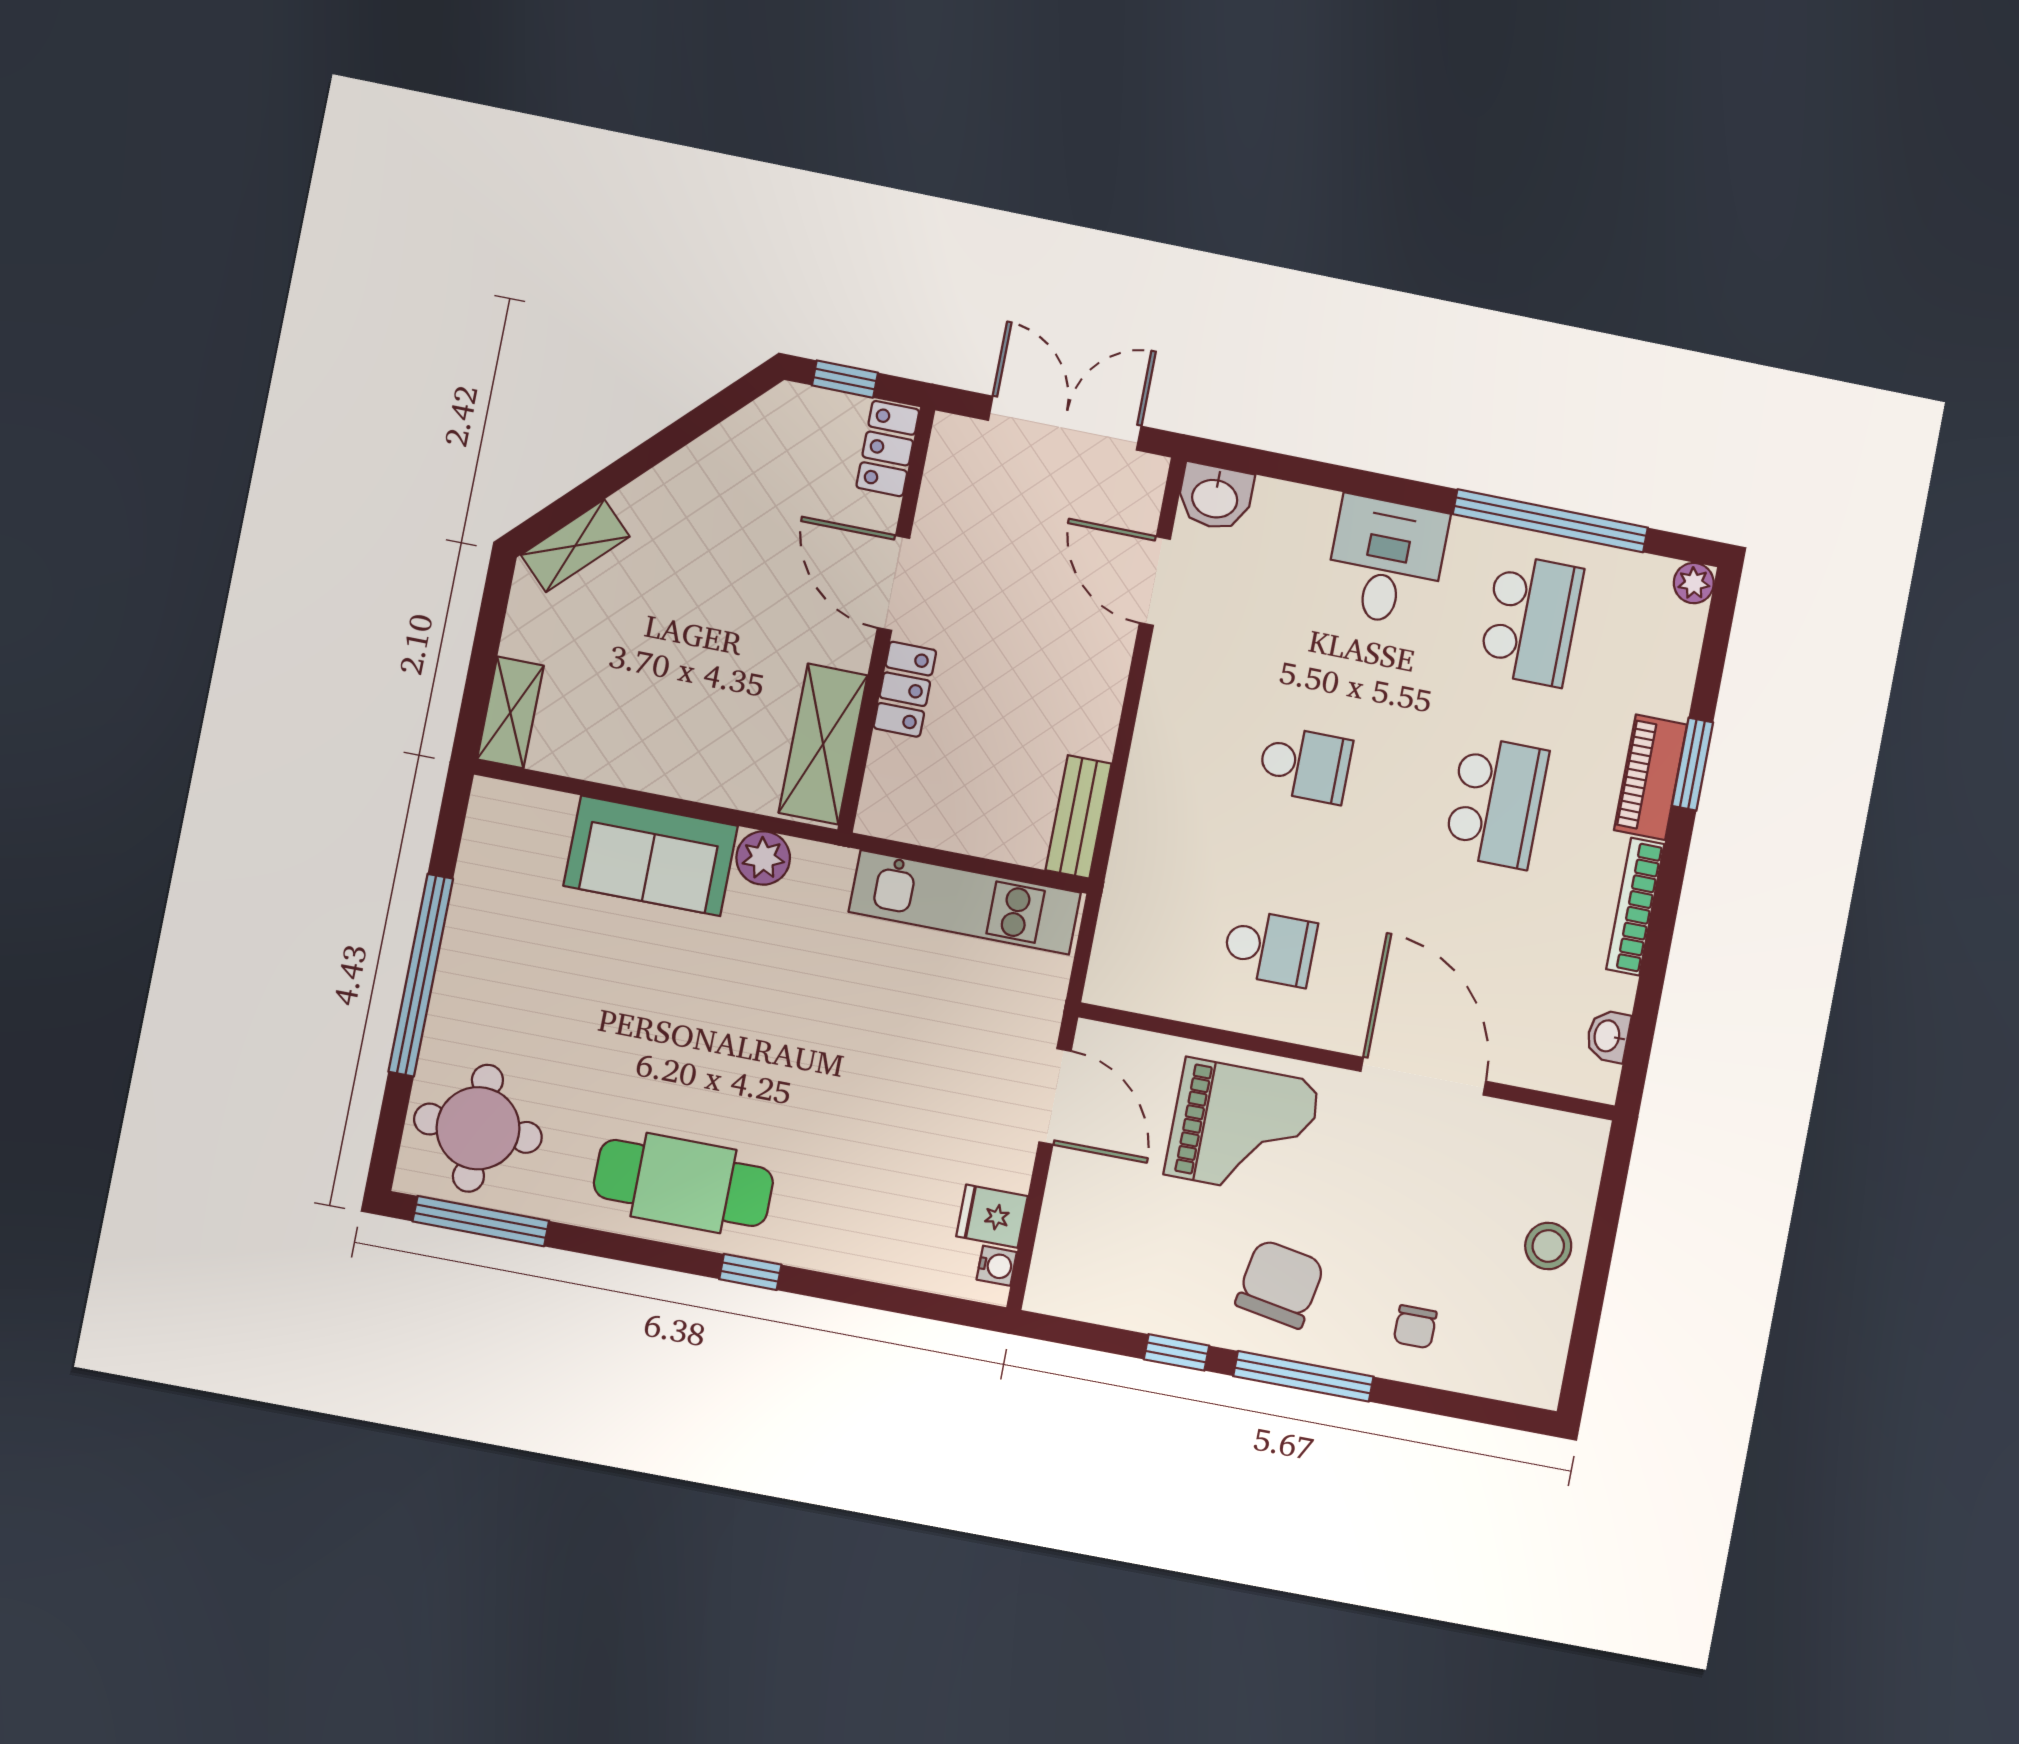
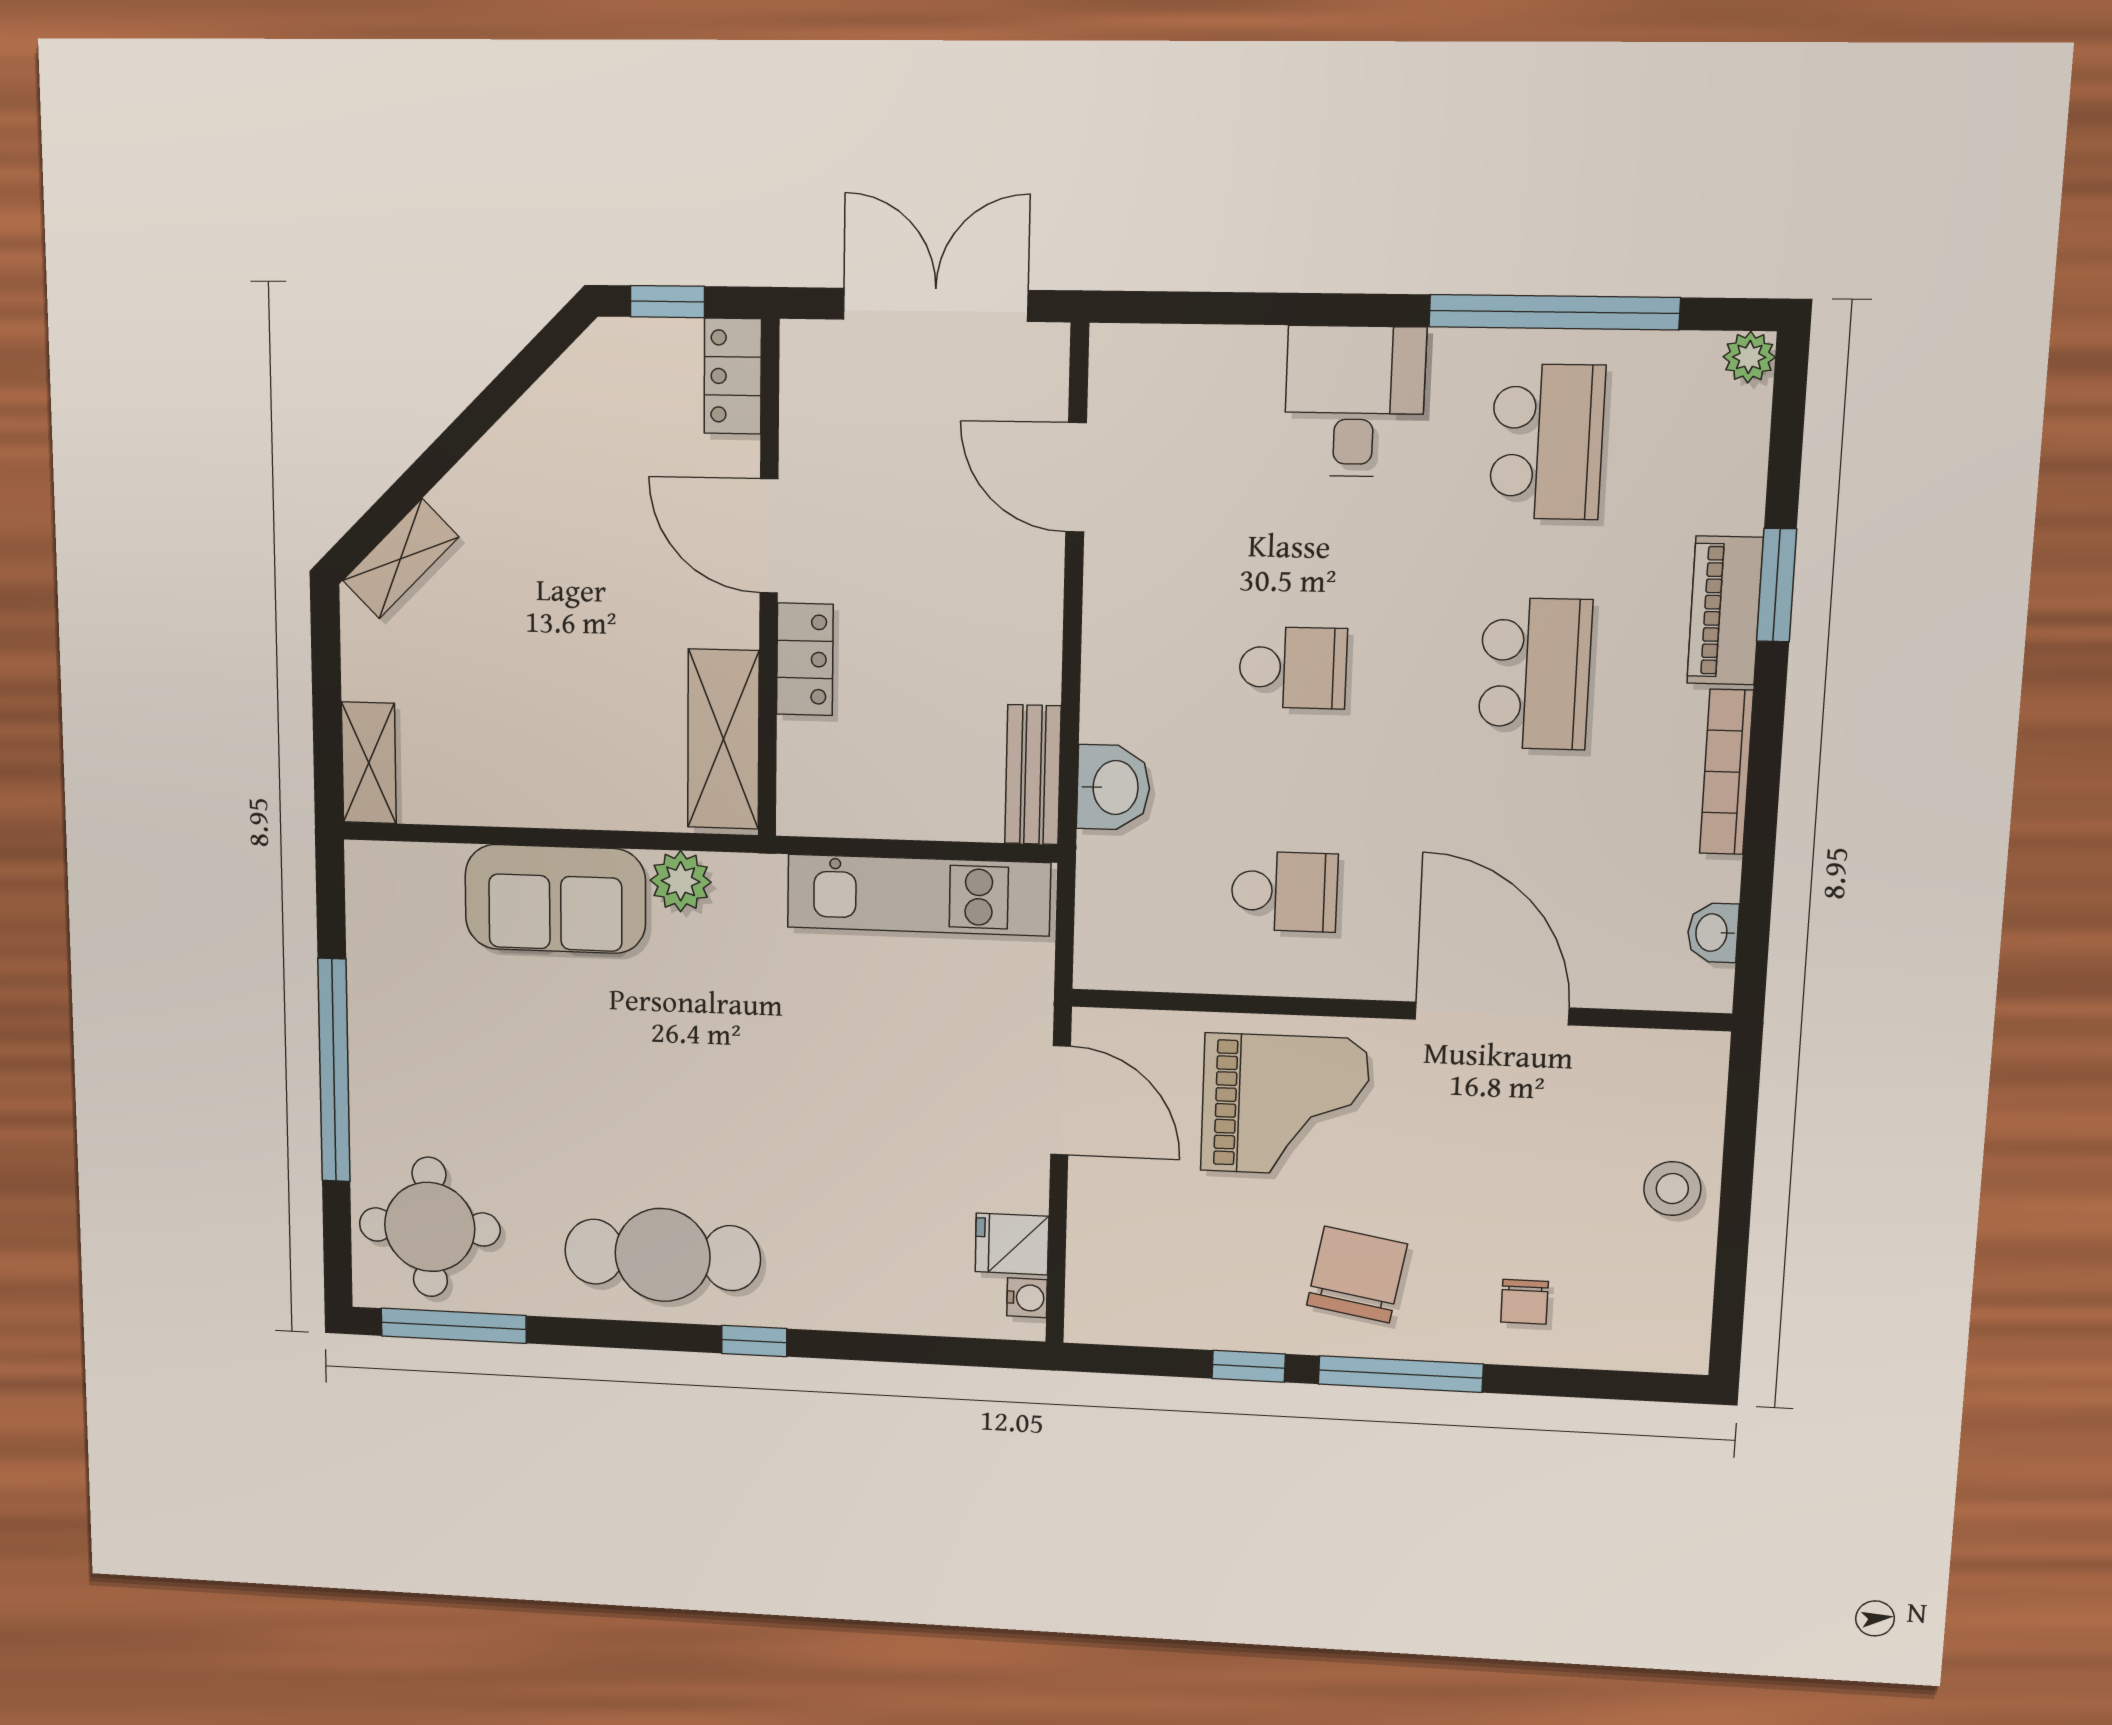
washbasin: (1215, 497) -> (1113, 787), moved, turned -90

